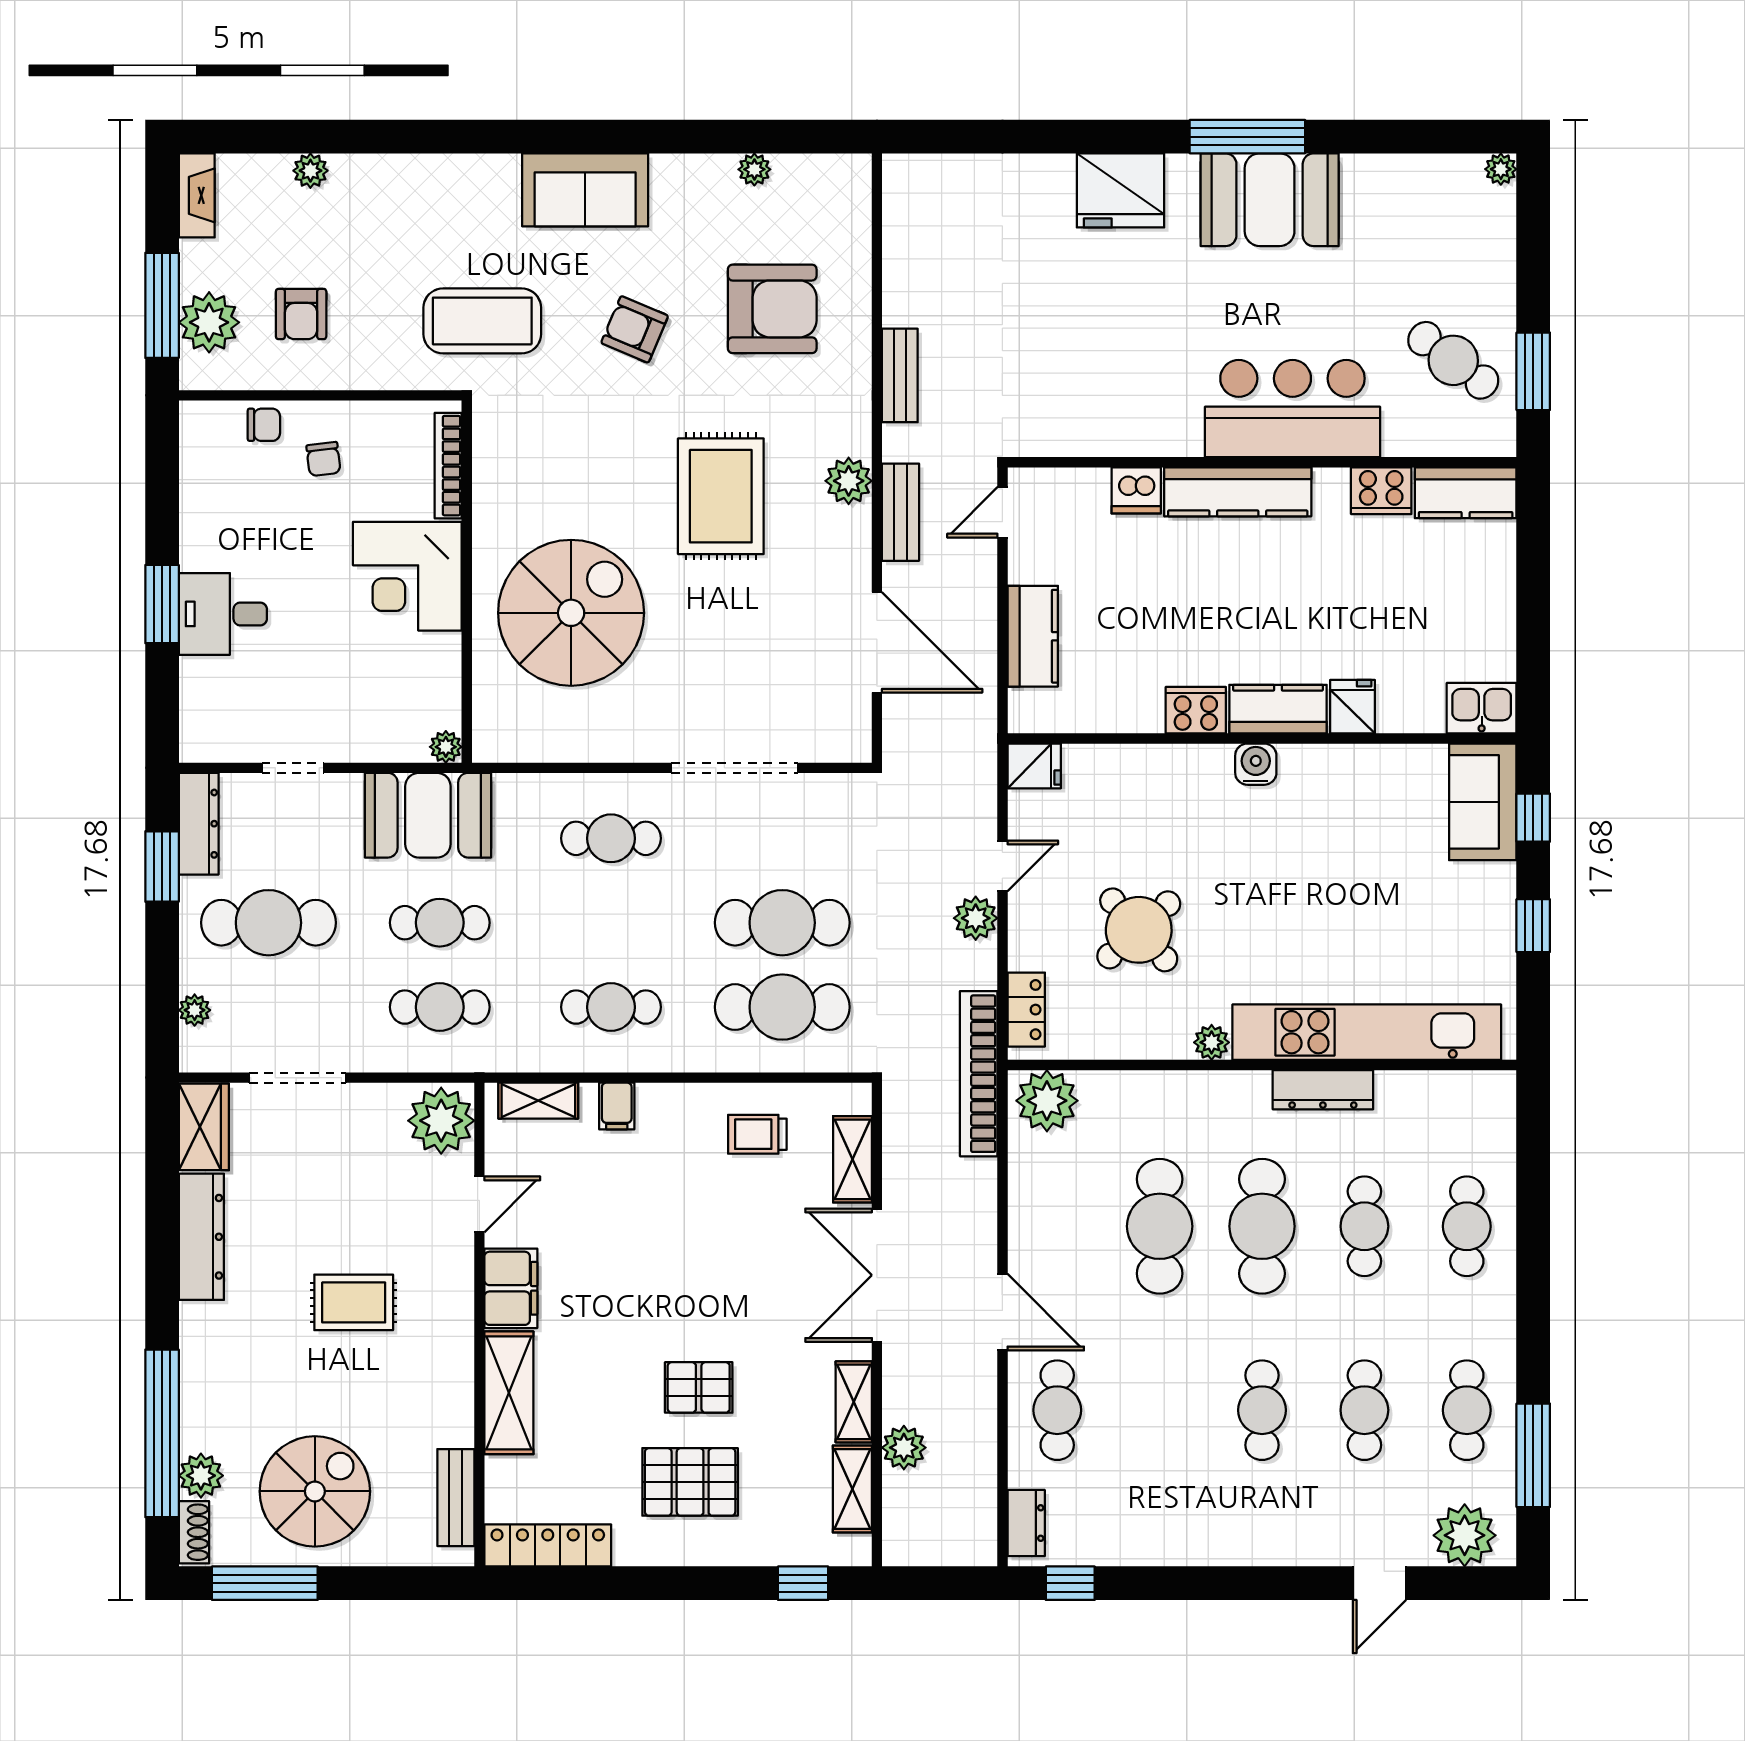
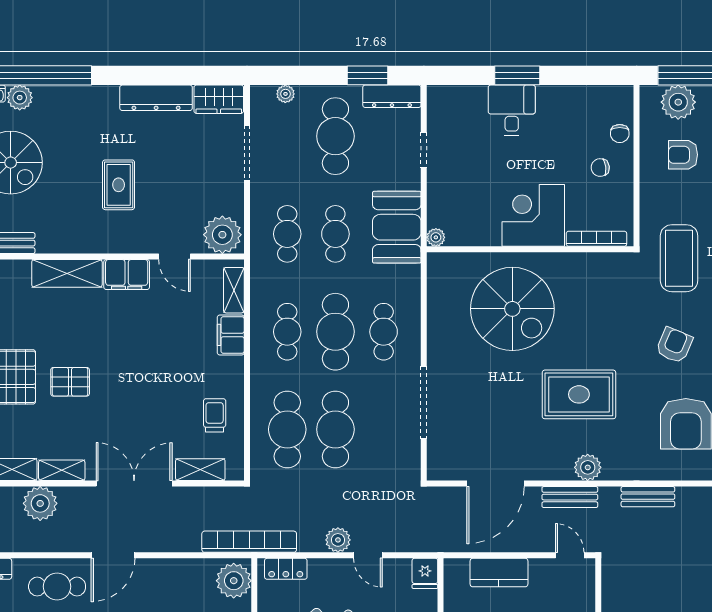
cafe table: (611, 923) -> (335, 332), added
filing cabinet: (617, 1106) -> (231, 335), width x2.00
pallet: (699, 1387) -> (70, 382), turned 90
plant: (904, 1448) -> (40, 503), width x1.36, depth x1.36

